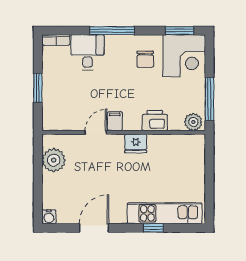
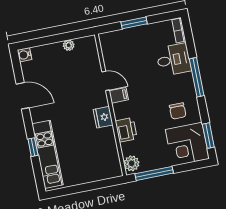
chair: (145, 59) -> (178, 111), turned -90
plant: (54, 160) -> (69, 45), width x0.53, depth x0.53

